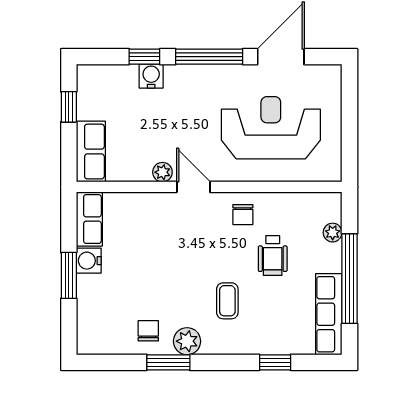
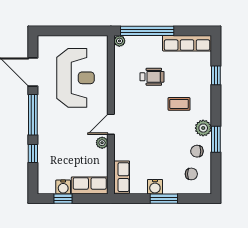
water cooler: (151, 76) -> (63, 187), moved, turned -90
reception desk: (271, 128) -> (75, 78), turned 180
chair: (243, 215) -> (191, 174), moved
row of seats: (89, 219) -> (122, 177), moved, turned 90
plant: (333, 233) -> (119, 41), moved
window: (349, 279) -> (147, 31), moved

